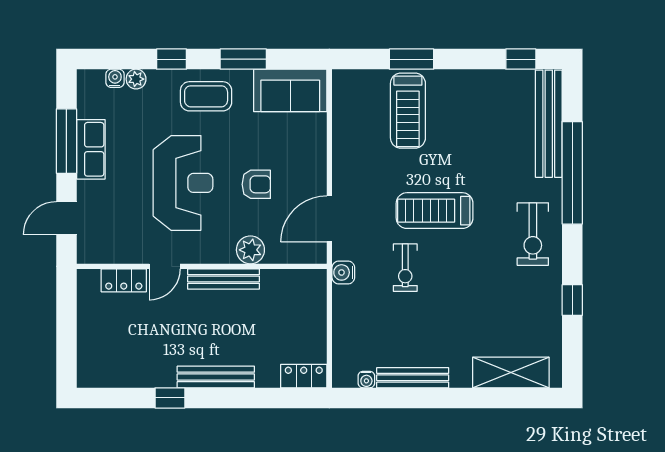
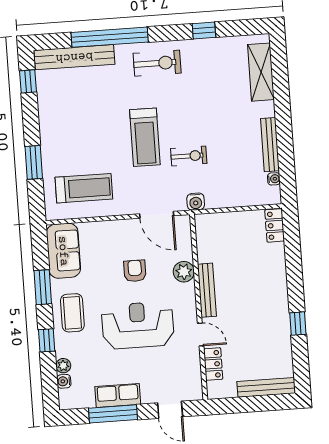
treadmill: (408, 111) -> (84, 188), moved
bench: (216, 377) -> (266, 387), moved, turned 90

